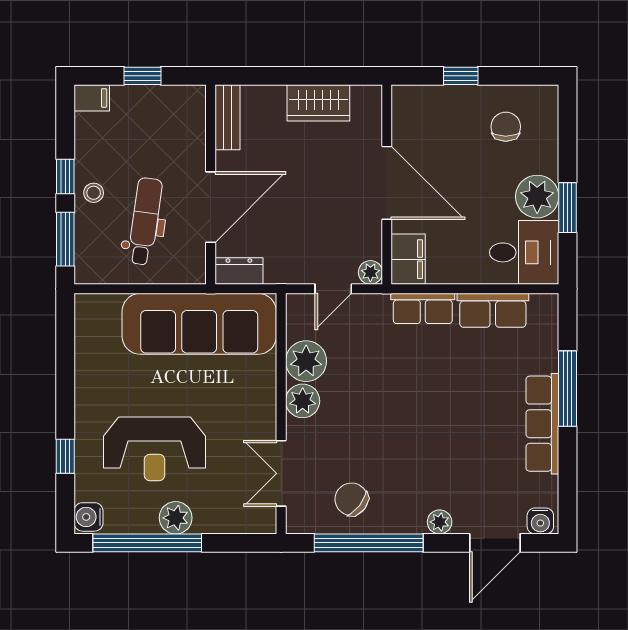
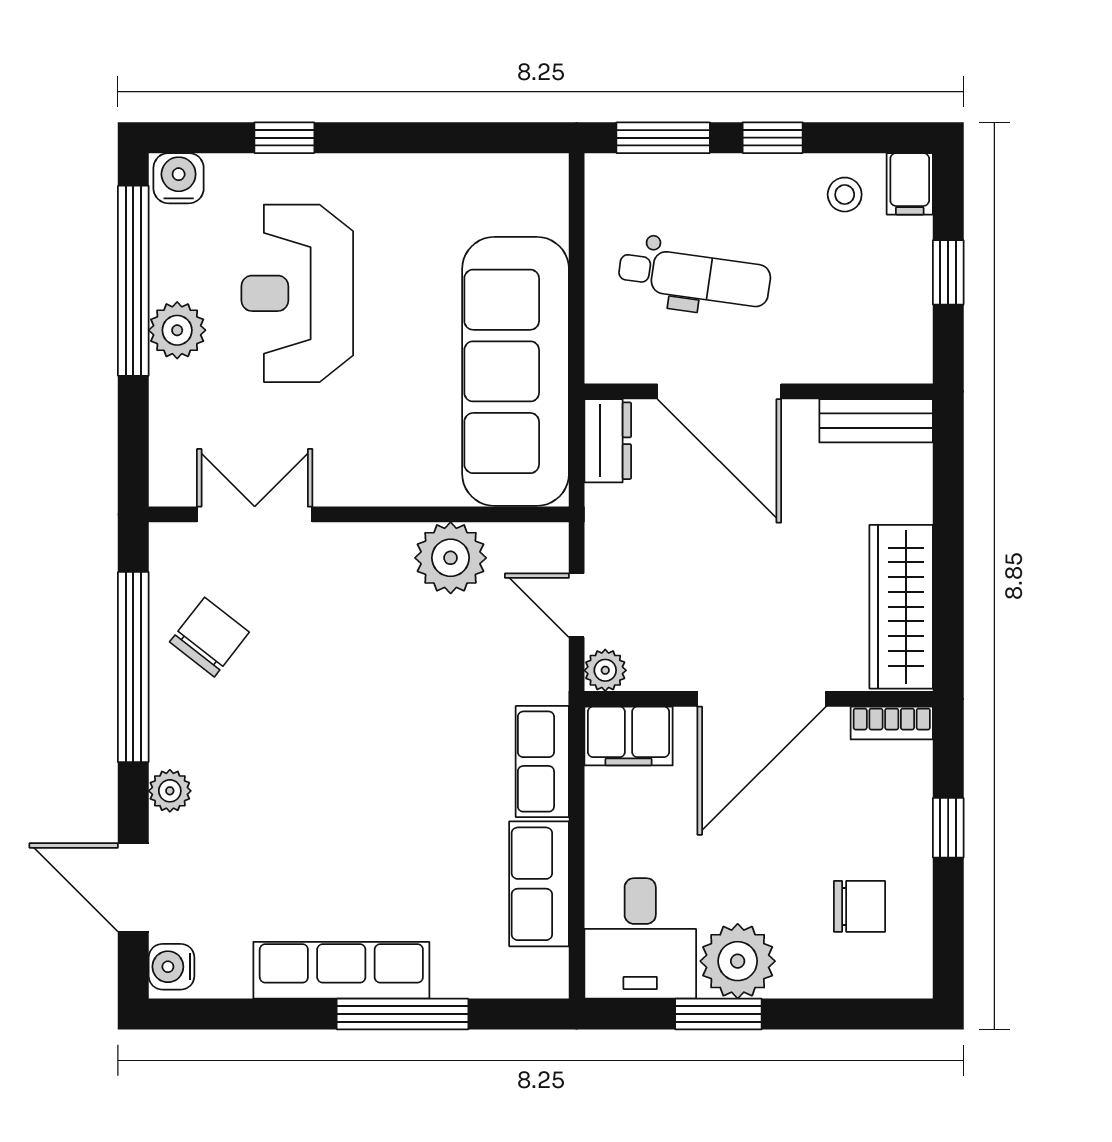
wardrobe: (318, 103) -> (901, 607), width x1.50
bookcase: (401, 108) -> (892, 723), added
stool: (94, 193) -> (845, 195), moved
plant: (303, 401) -> (381, 552), removed

